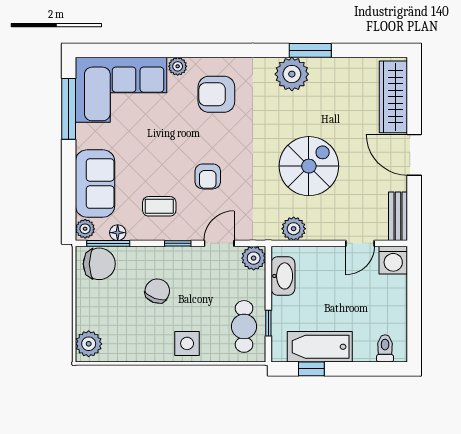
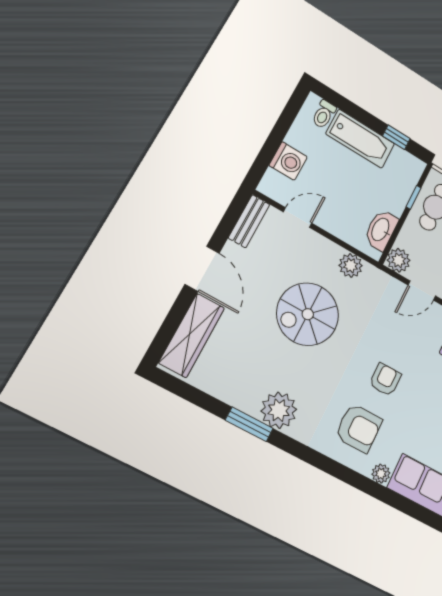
armchair: (208, 176) -> (385, 380), moved
washing machine: (393, 260) -> (288, 161), moved, turned 90
bathtub: (320, 347) -> (360, 139), moved

